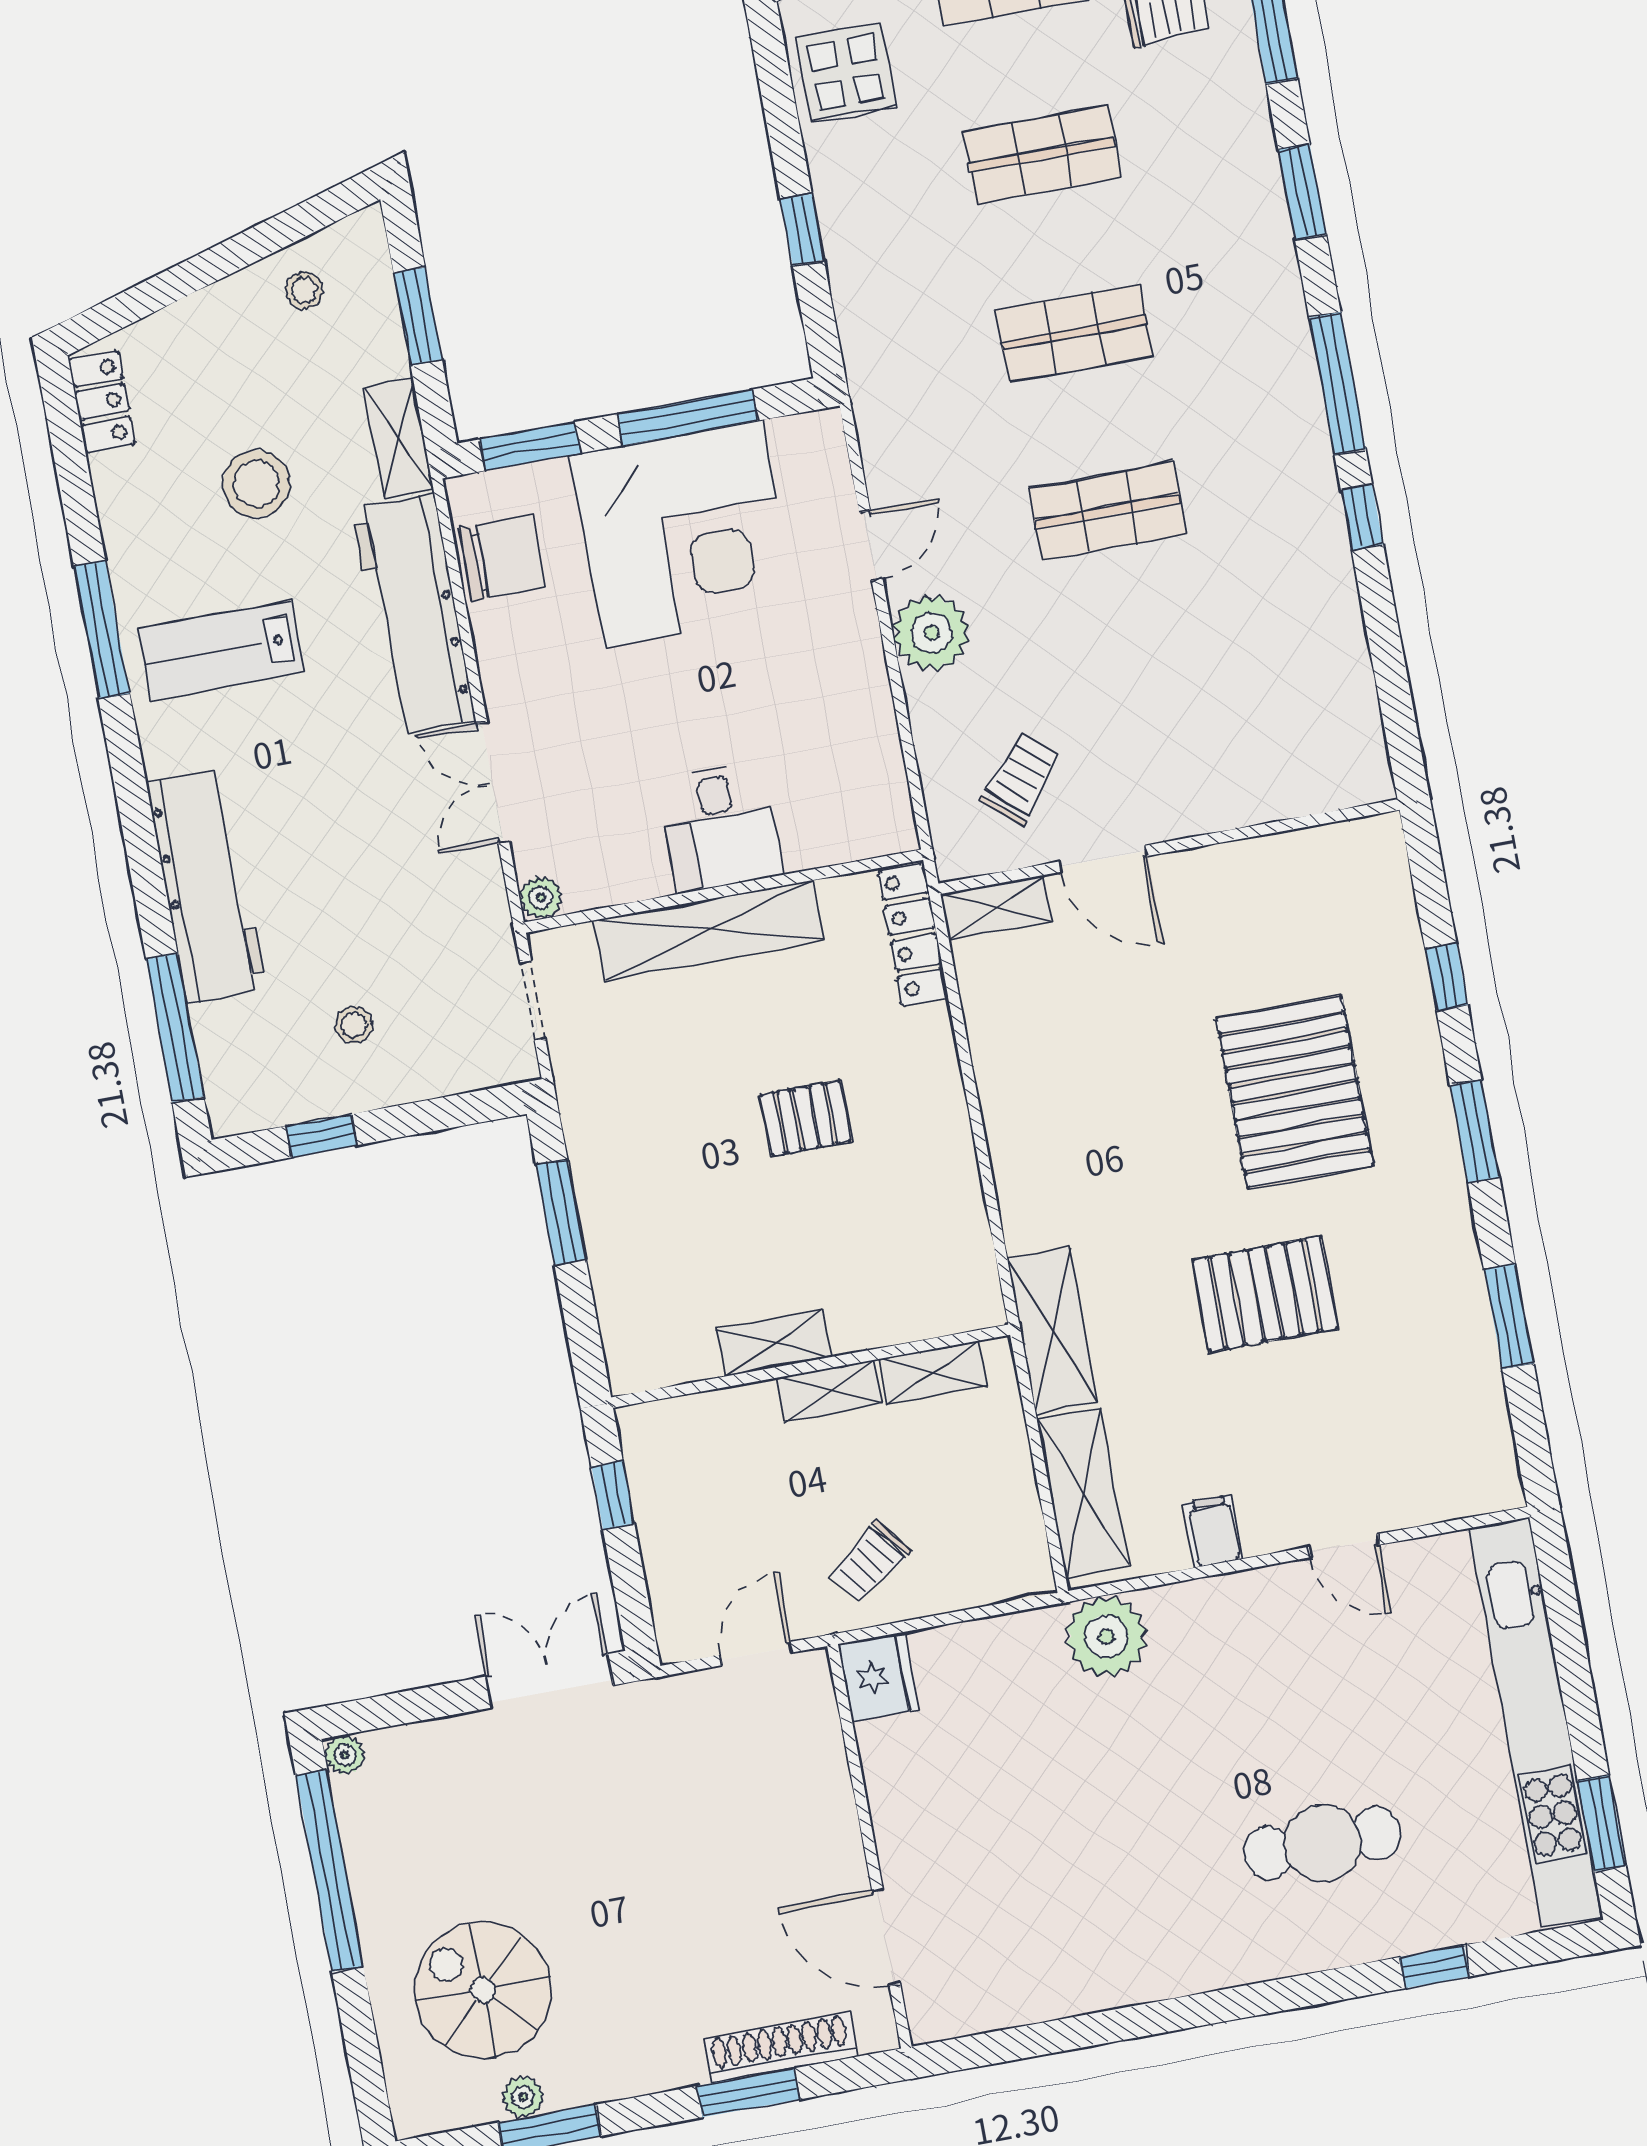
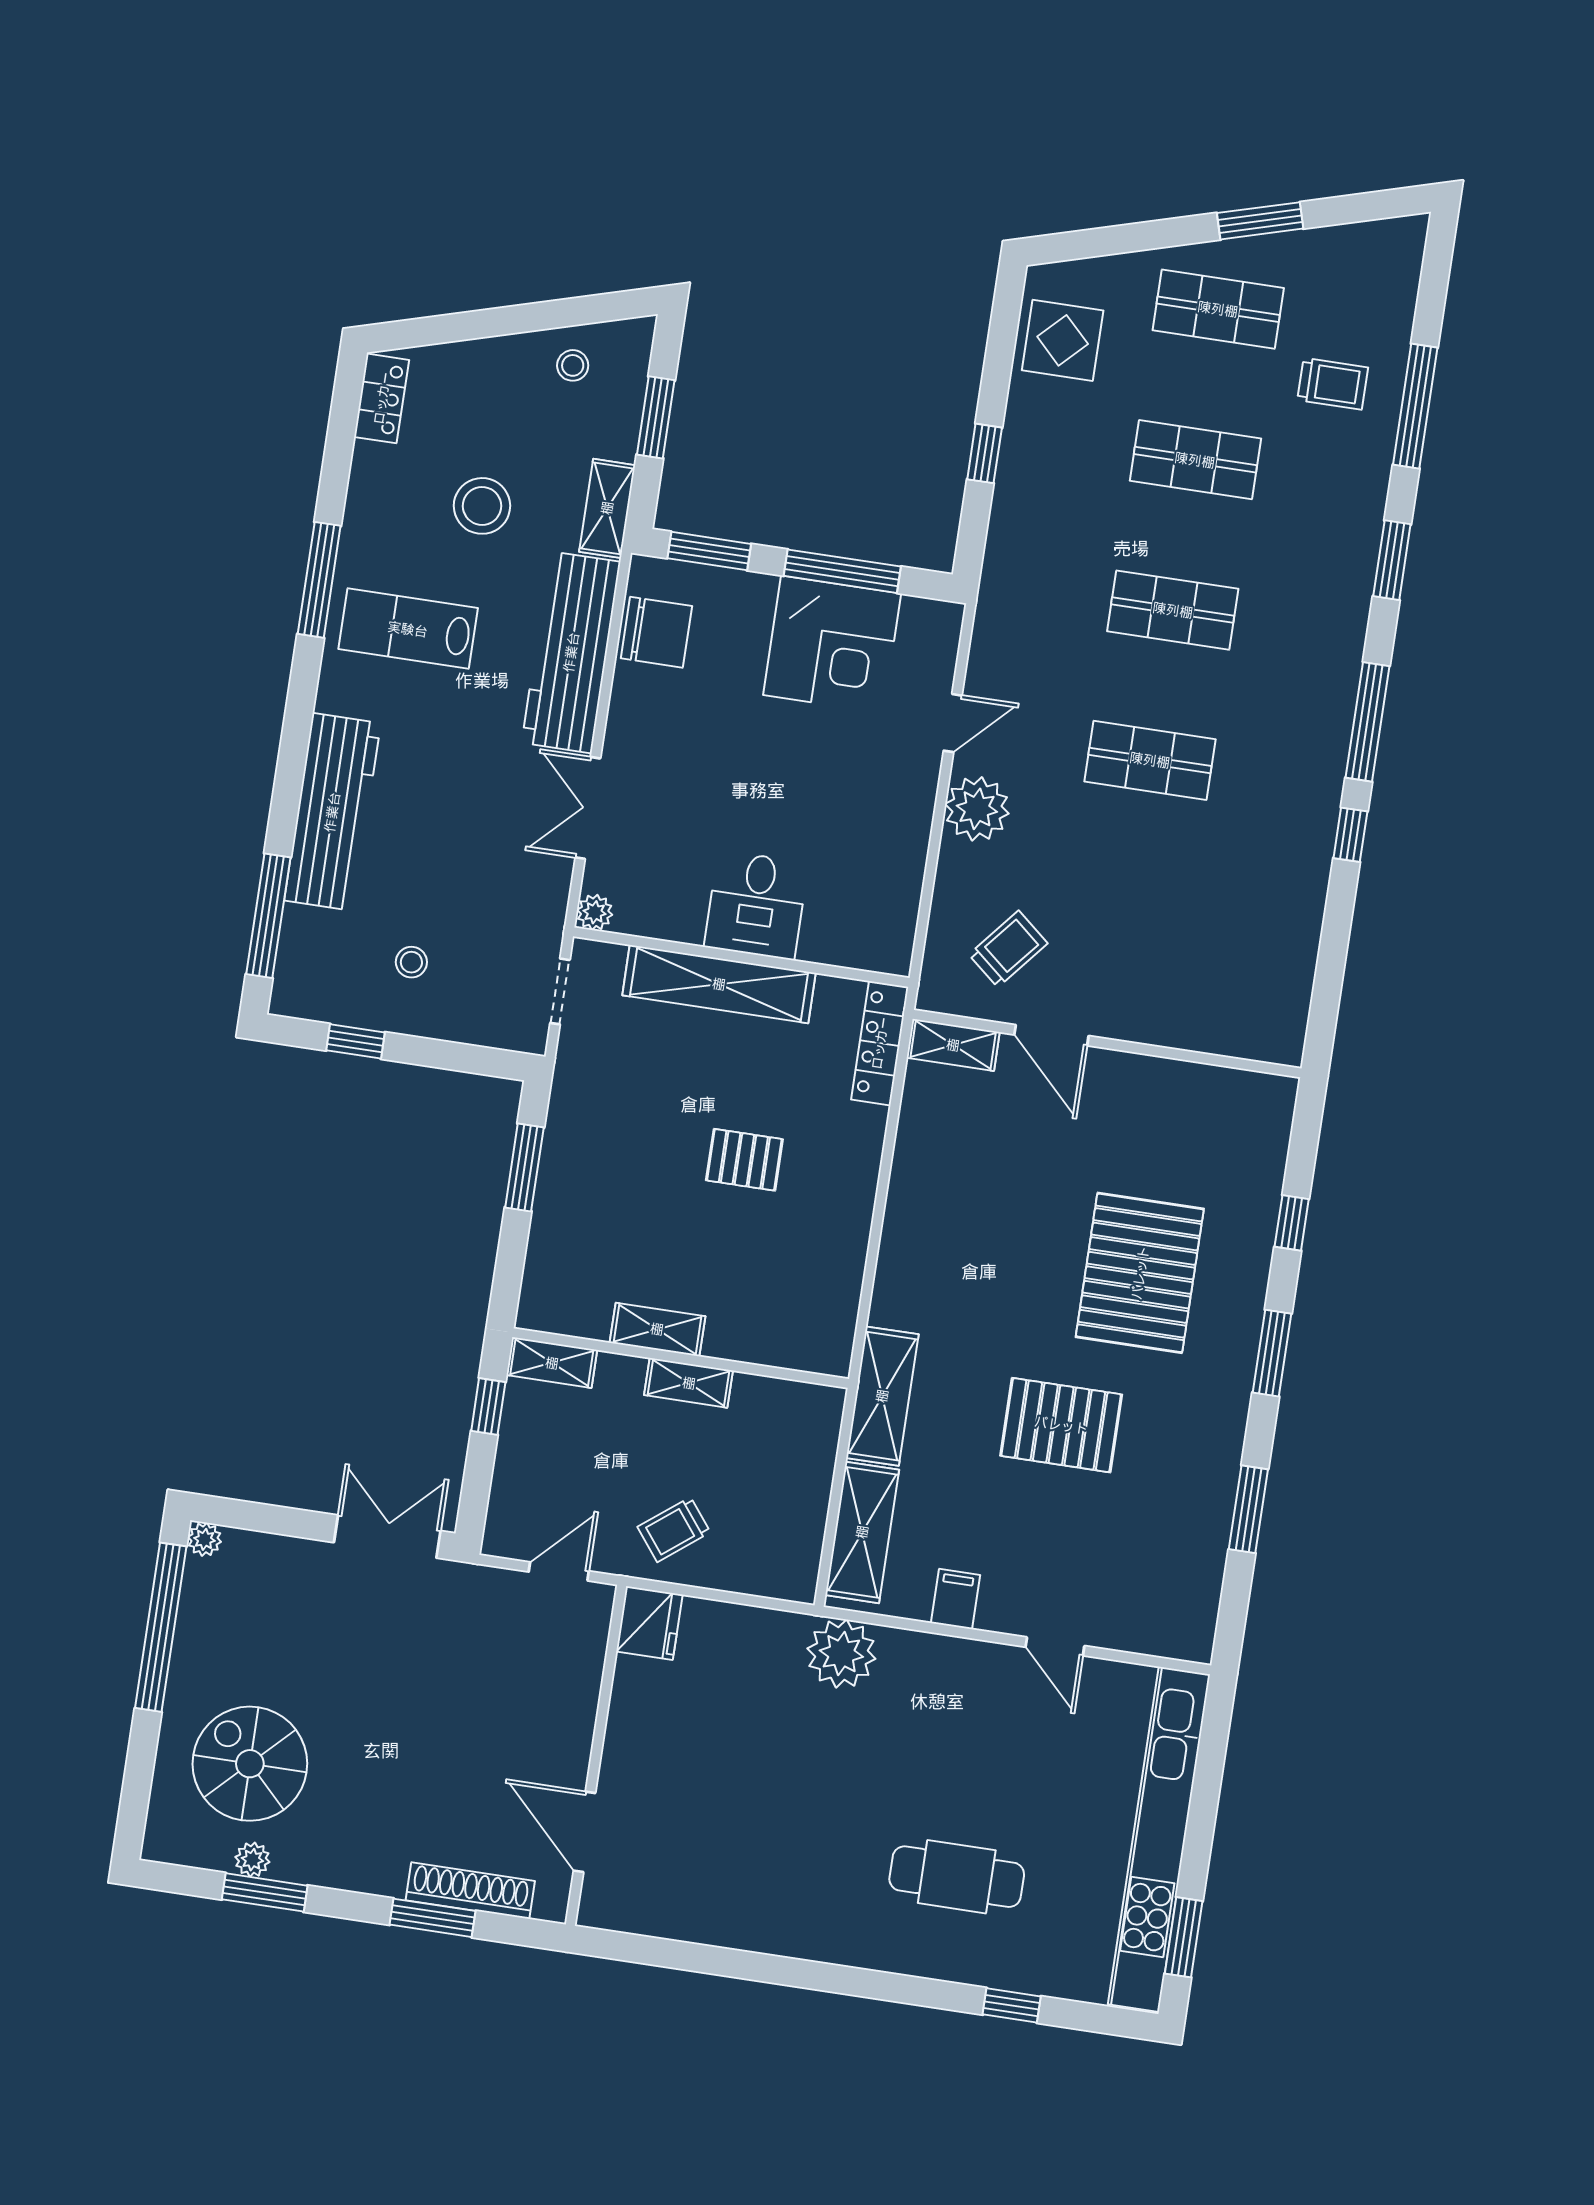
corner desk: (684, 534) -> (832, 644), width x0.74, depth x0.74
shelving: (933, 1372) -> (552, 1363), moved

